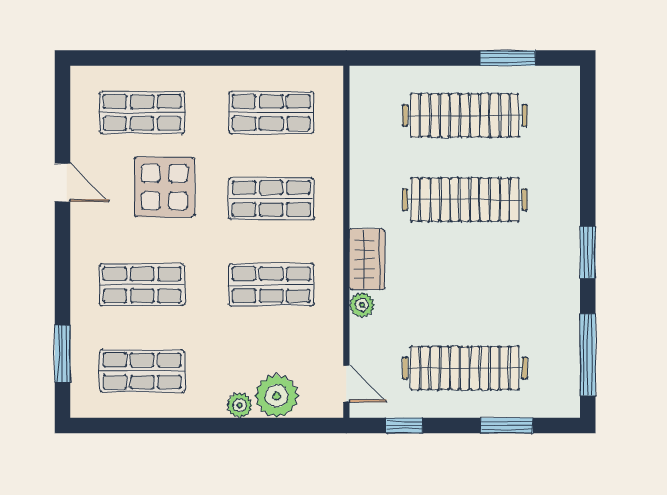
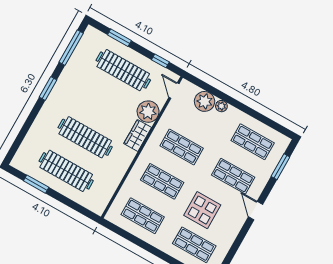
door: (62, 183) -> (256, 211), moved
plant: (362, 305) -> (148, 112), width x1.88, depth x1.88

